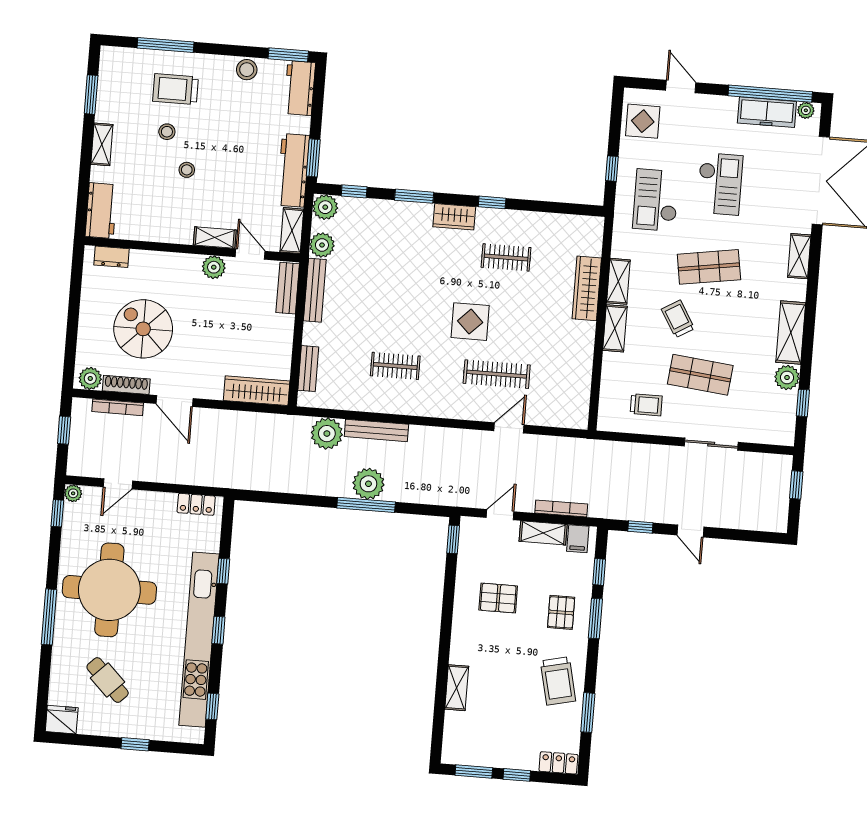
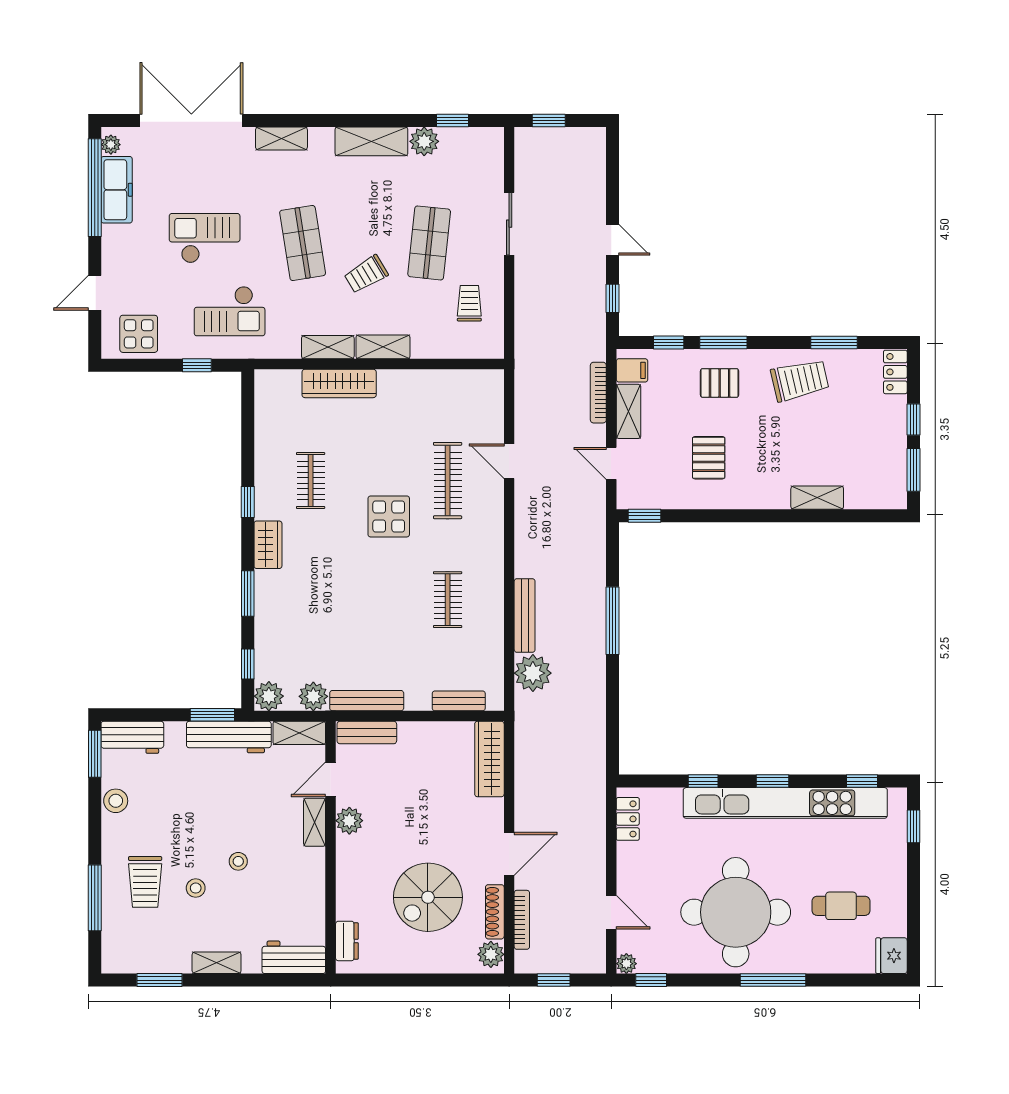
plant: (368, 484) -> (588, 620), removed
door: (690, 531) -> (612, 240), hinge flipped
cafe table: (108, 680) -> (841, 906), turned 45
window: (135, 744) -> (913, 826), moved

